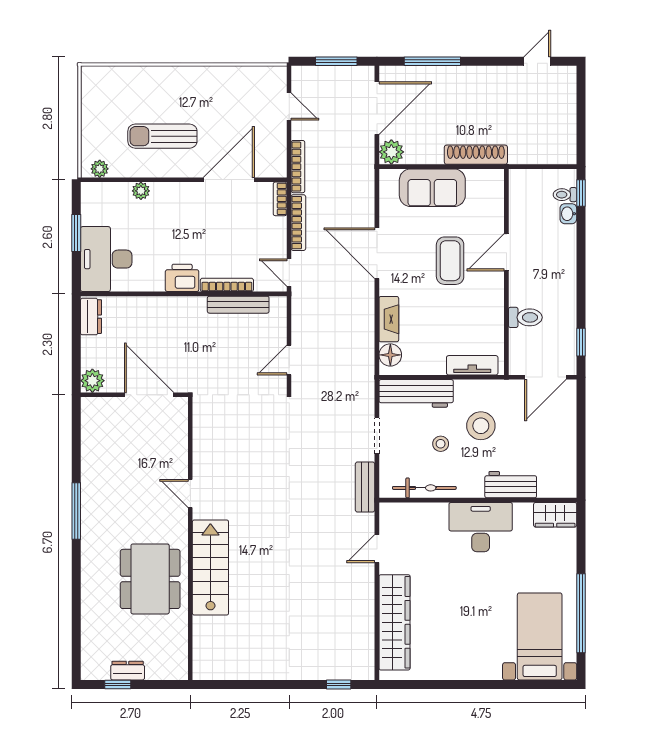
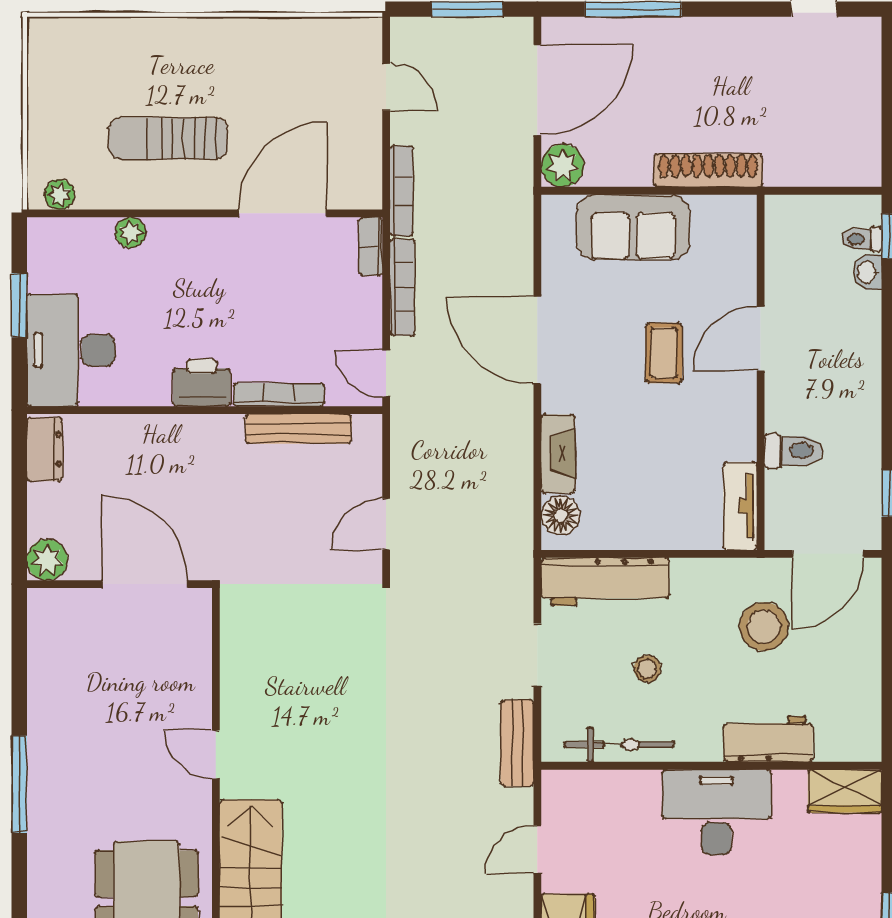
coffee table: (450, 261) -> (664, 353), width x0.73, depth x0.77
tv unit: (472, 365) -> (740, 506), moved, turned -90
stool: (481, 426) -> (764, 627), moved

